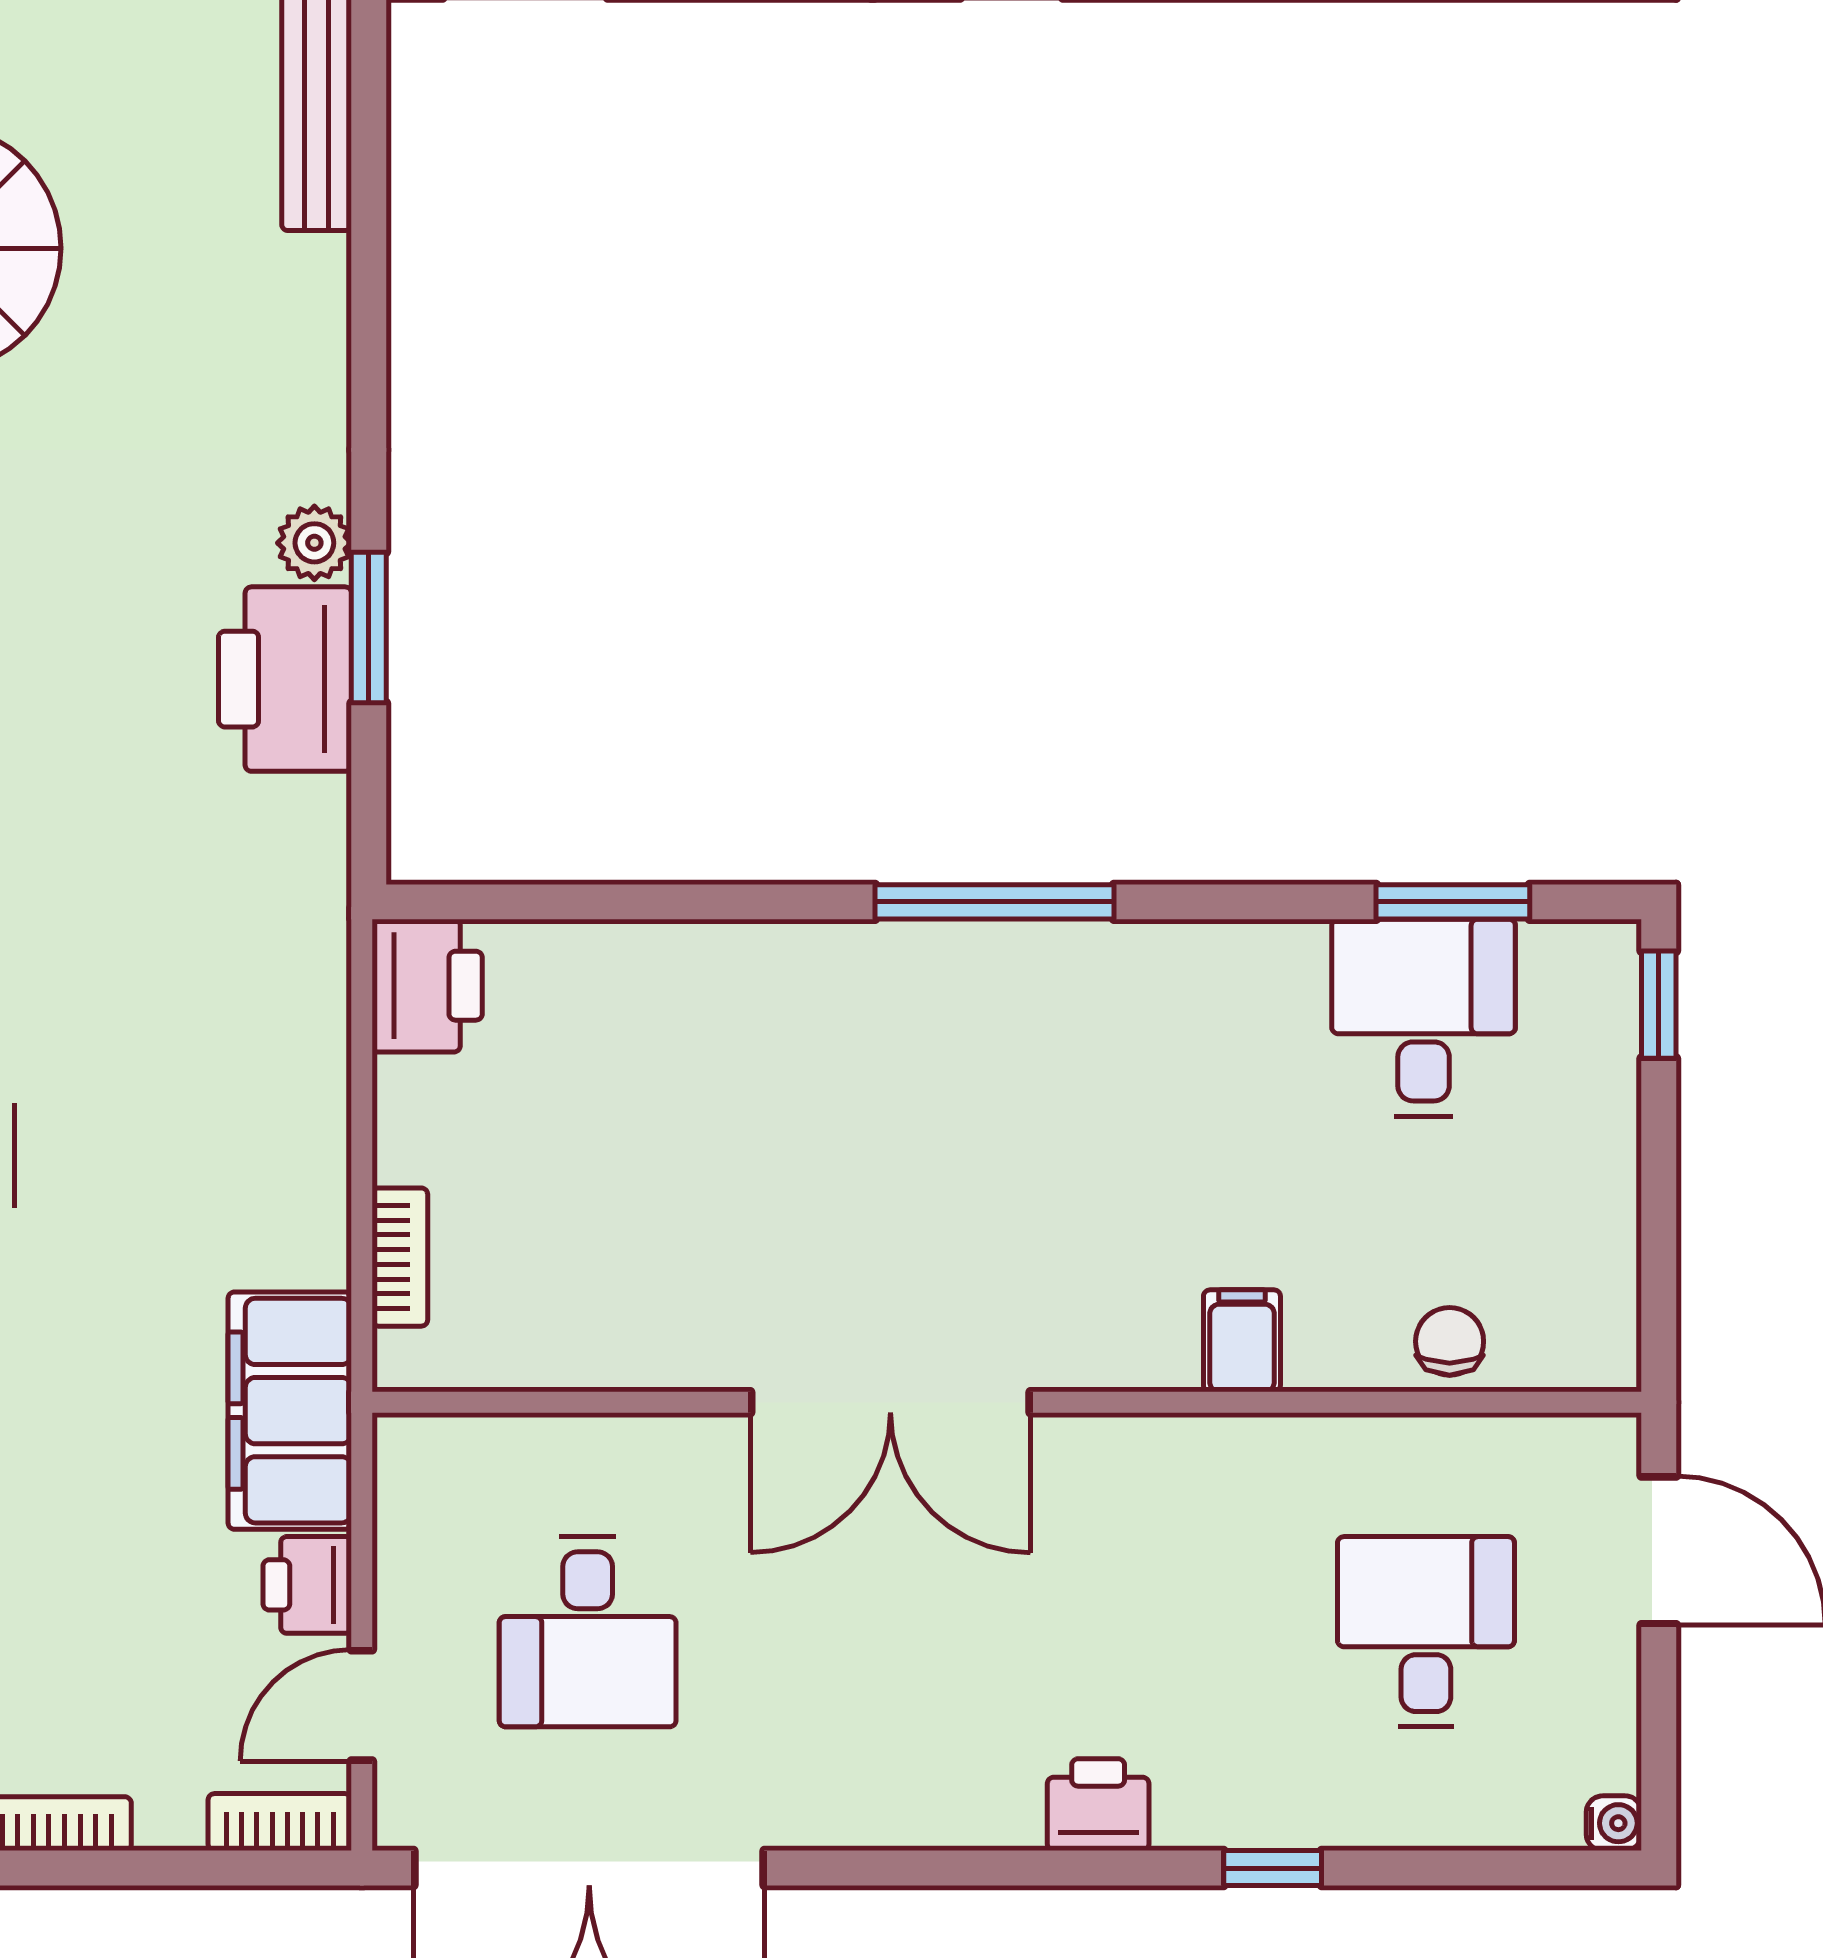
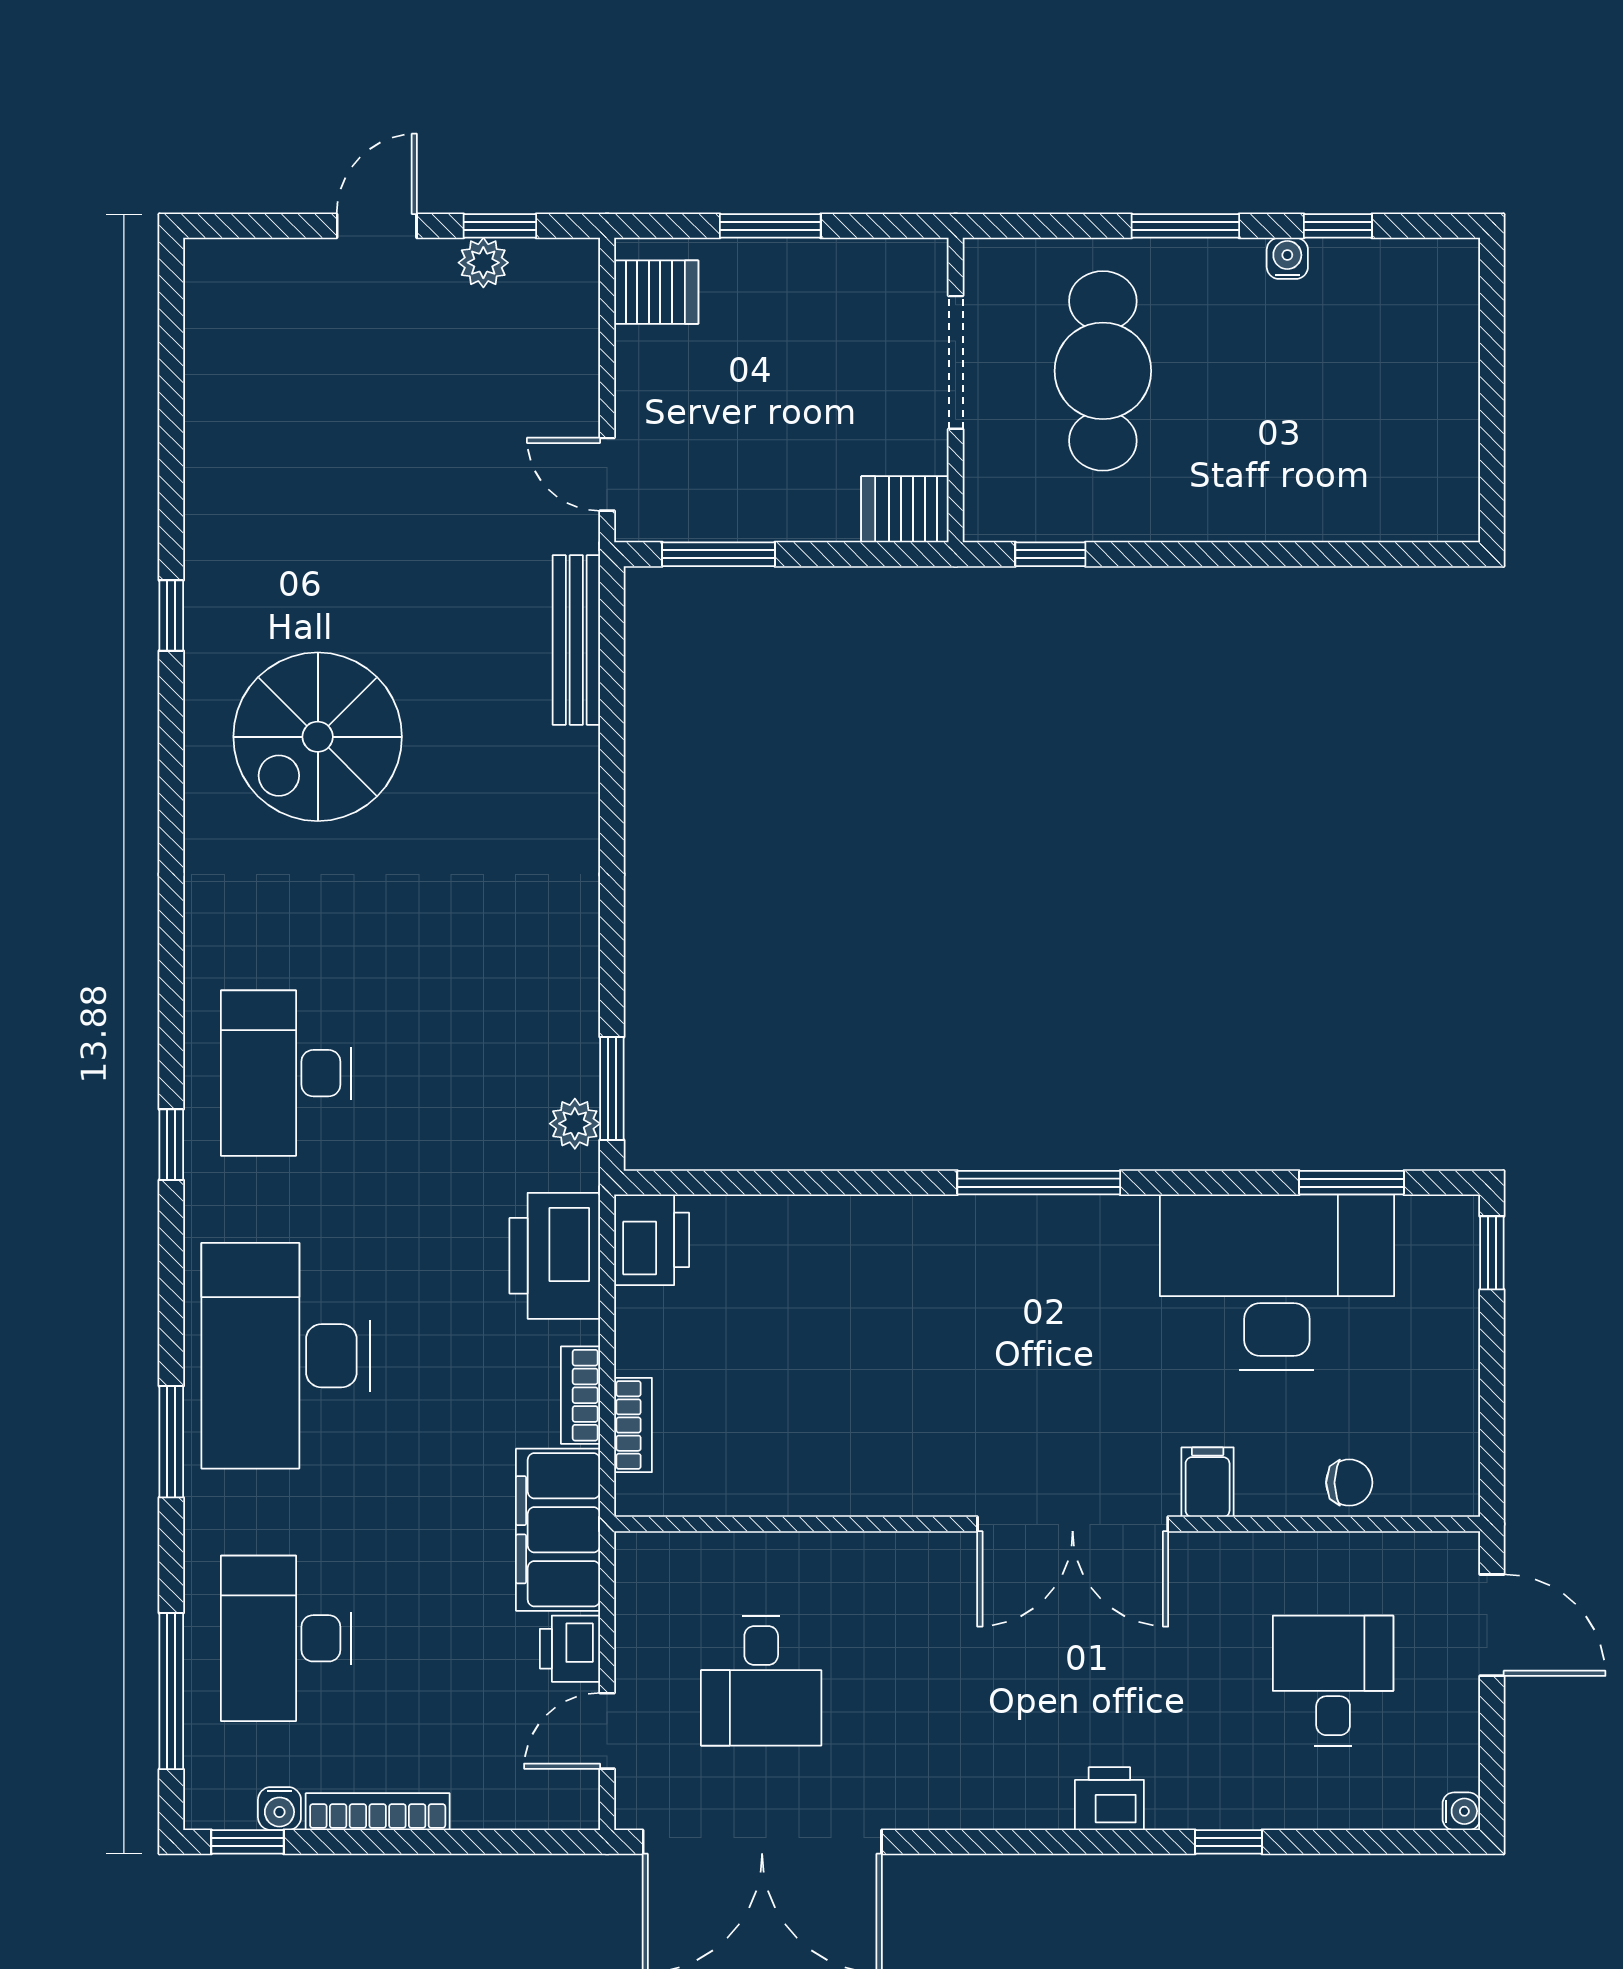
plant: (314, 543) -> (575, 1124), moved
window: (369, 628) -> (612, 1088), moved
printer: (285, 679) -> (555, 1256), moved
desk: (1424, 1018) -> (1277, 1282), width x1.87, depth x1.30
chair: (1450, 1341) -> (1349, 1483), turned 90
double door: (890, 1402) -> (1073, 1524), moved
bookcase: (280, 1822) -> (580, 1395), moved, turned -90

